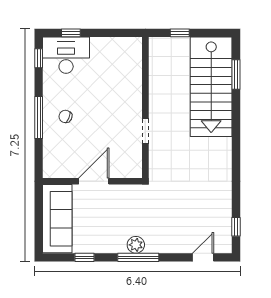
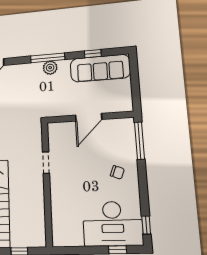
desk: (66, 55) -> (112, 224), width x1.36, depth x1.30
window: (39, 118) -> (140, 141), moved
sofa: (57, 219) -> (100, 68), moved, turned -90

